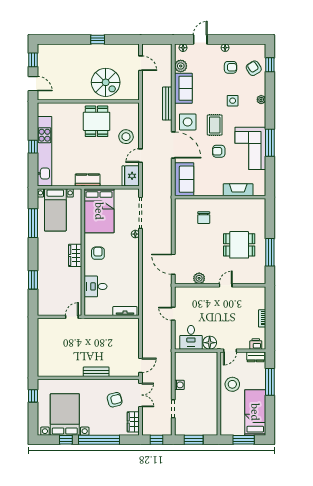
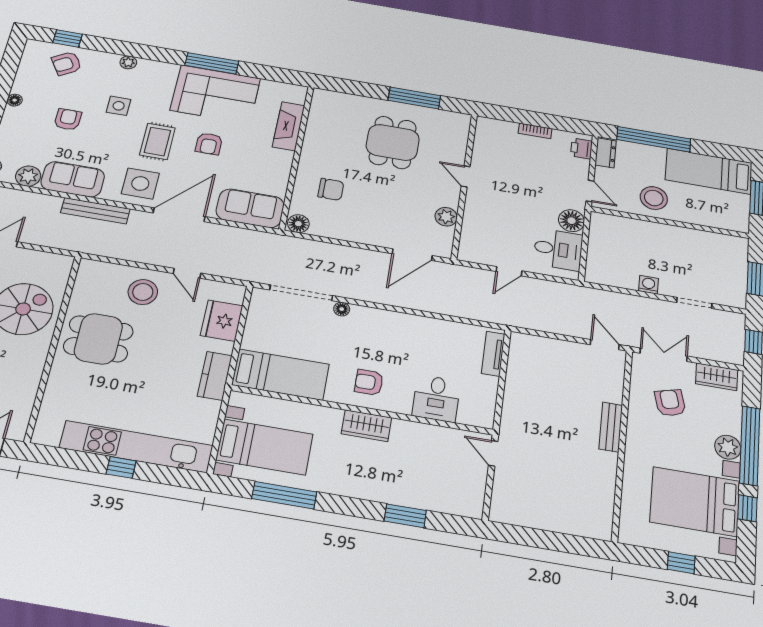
armchair: (230, 67) -> (68, 119), moved
rug: (215, 125) -> (157, 141), turned 90
fridge: (131, 176) -> (222, 321), moved, turned 90
floor lamp: (180, 205) -> (298, 224), added
bed: (99, 211) -> (281, 375), width x0.67
window: (270, 382) -> (654, 139), width x1.46
window: (33, 396) -> (681, 563), moved
plant: (96, 429) -> (728, 447), added

